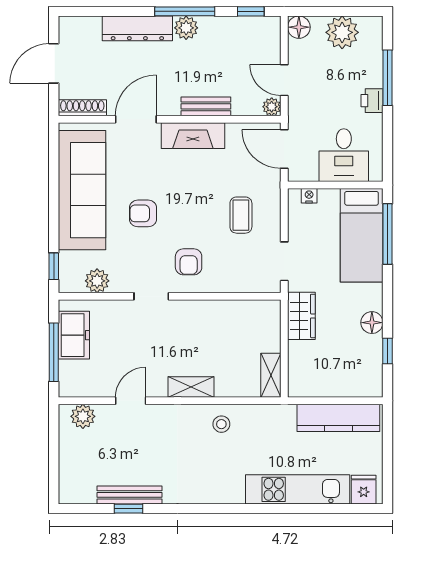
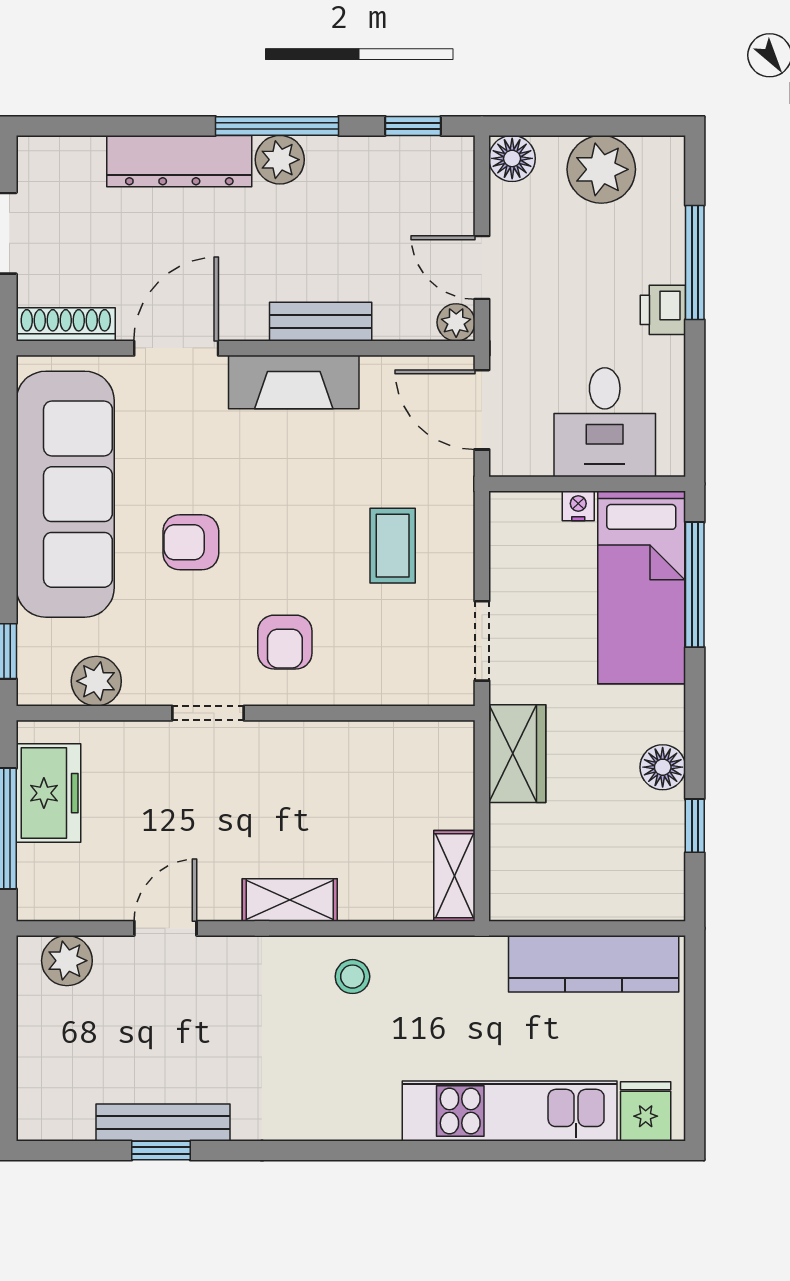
nightstand: (309, 196) -> (578, 506), moved

